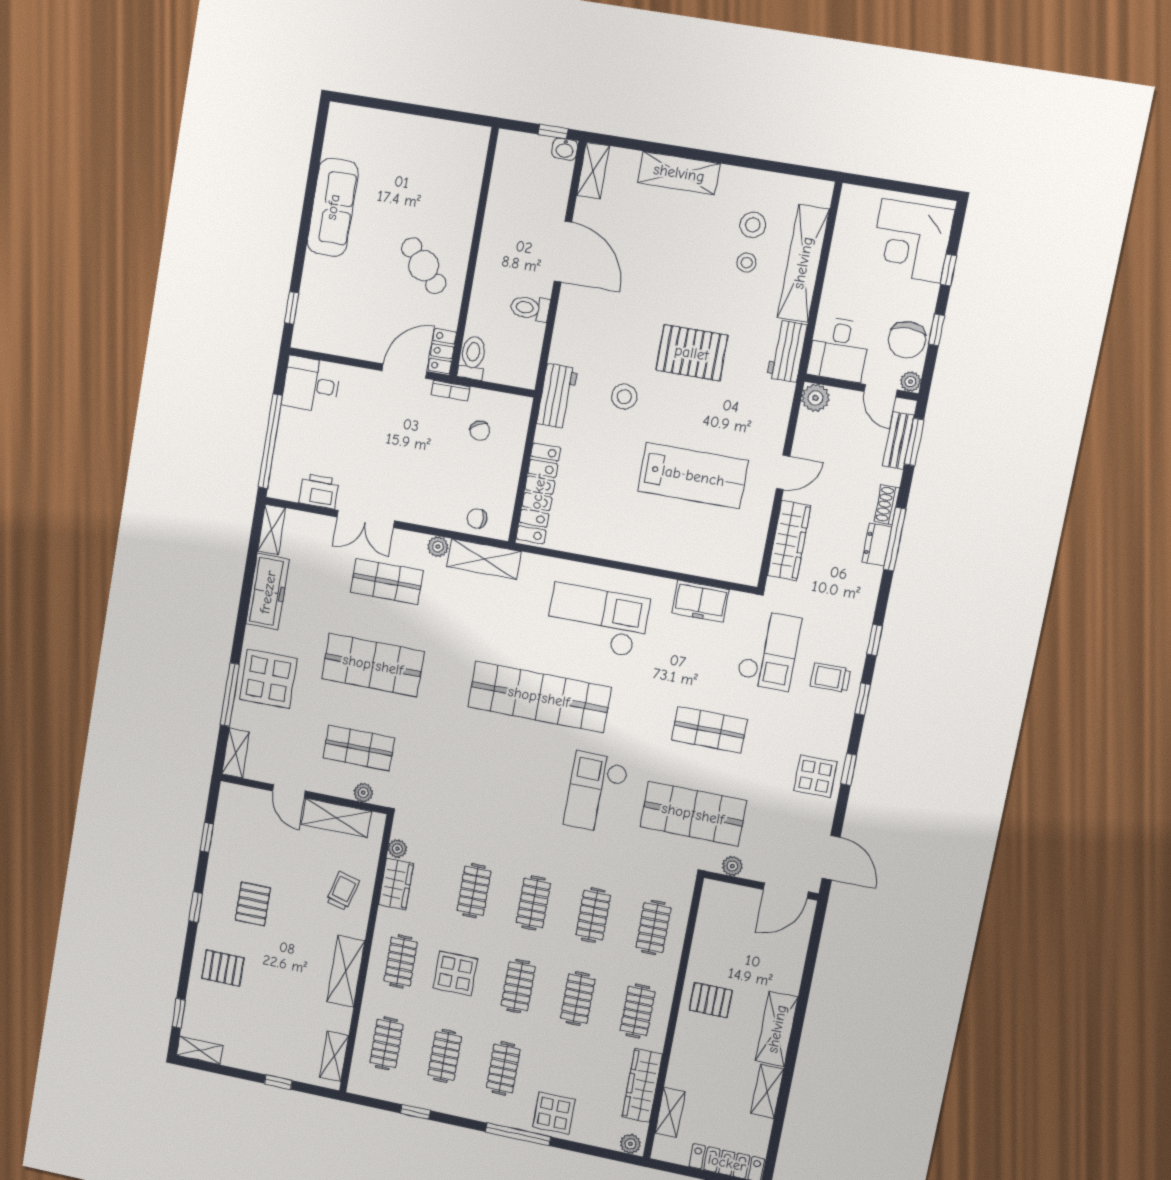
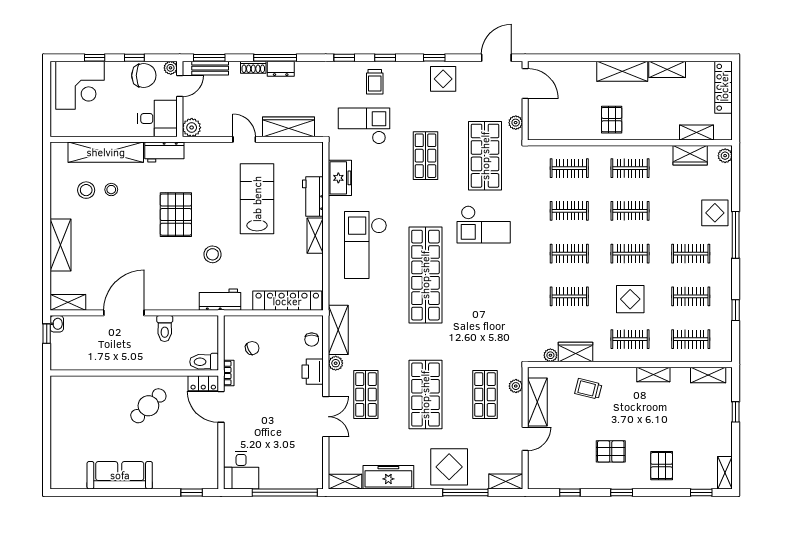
printer: (319, 491) -> (313, 372), moved
shelving: (624, 551) -> (315, 236), added
workbench: (681, 558) -> (313, 197), added
shelving: (346, 971) -> (653, 374), width x0.67, depth x0.75
wardrobe: (642, 1085) -> (690, 155), width x0.67

